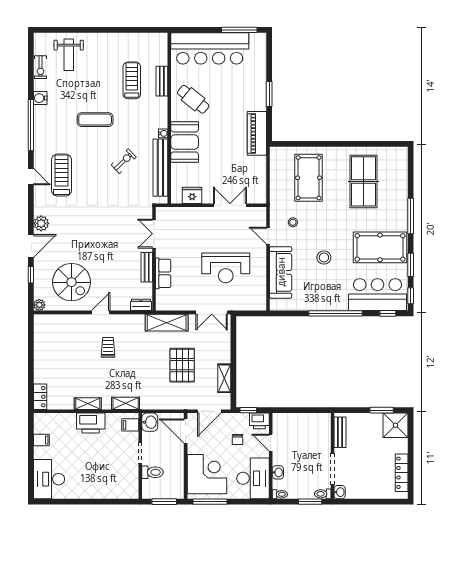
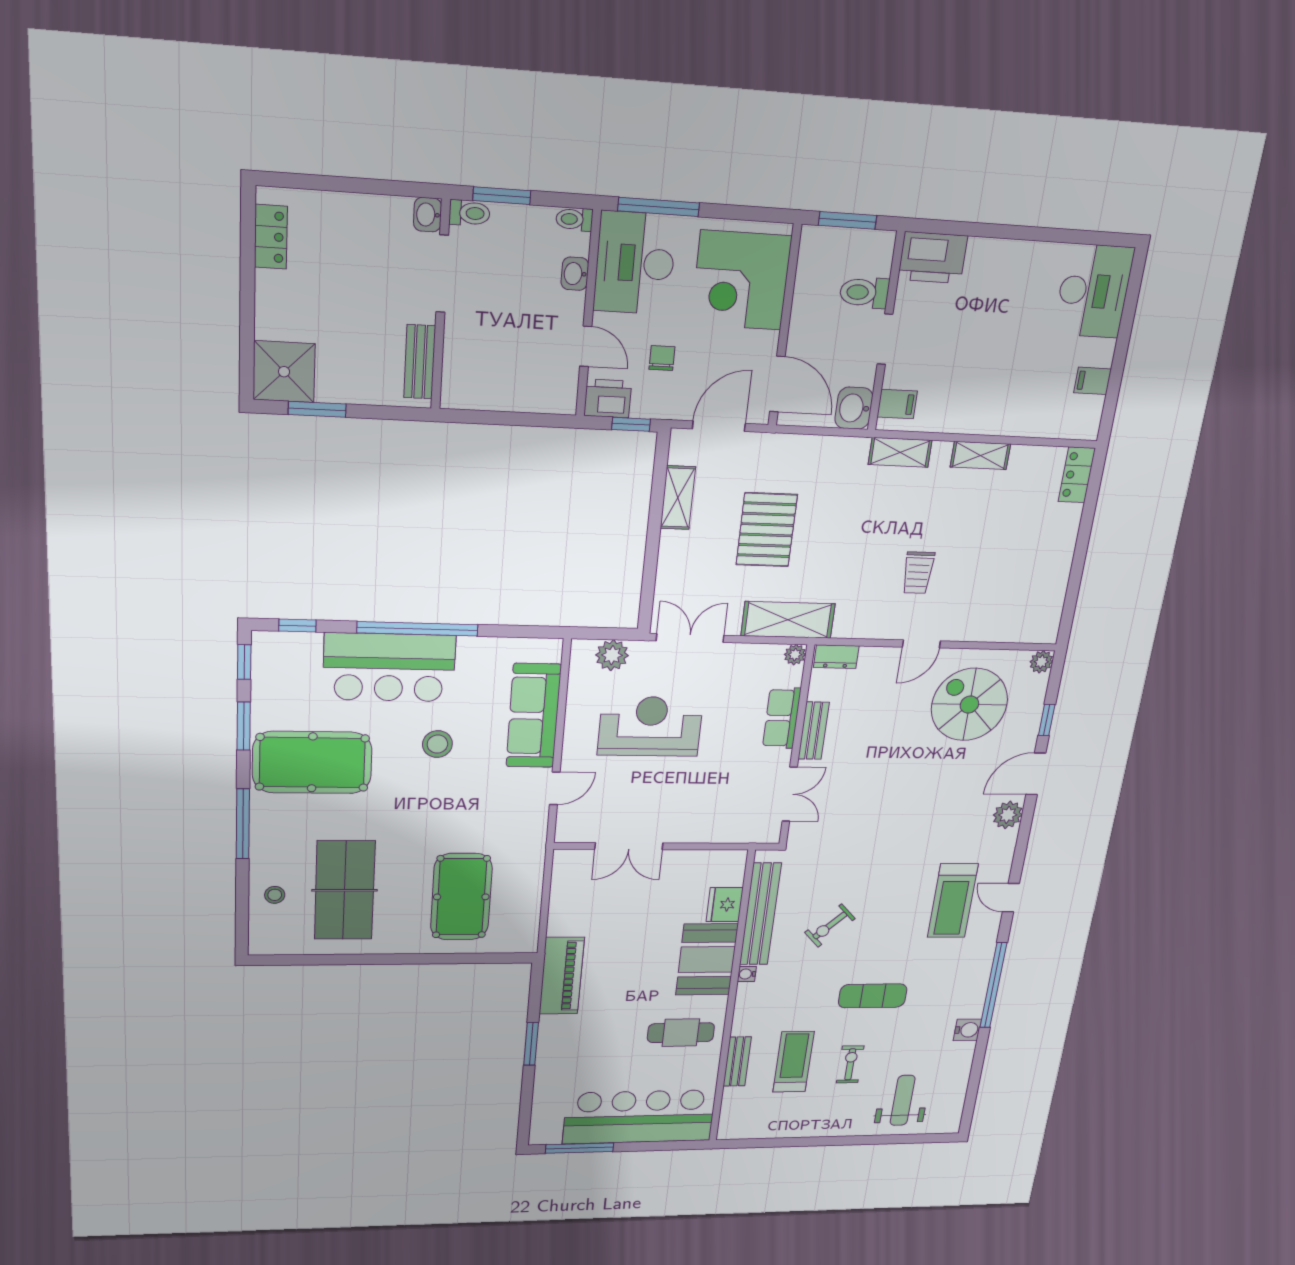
exercise bike: (40, 67) -> (850, 1064), moved
treadmill: (132, 80) -> (793, 1062), turned 180
cafe table: (193, 99) -> (681, 1033), turned -39
fridge: (192, 195) -> (725, 905), moved, turned 90
stool: (293, 222) -> (275, 895), moved
door: (268, 236) -> (555, 788), hinge flipped
bar counter: (377, 295) -> (389, 668), moved
plant: (247, 303) -> (612, 655), added
plant: (161, 306) -> (795, 655), added
printer: (91, 423) -> (933, 258), moved, turned 180
locker: (402, 473) -> (271, 237), width x0.66
window: (210, 502) -> (659, 207), moved

